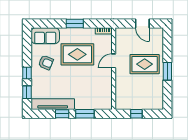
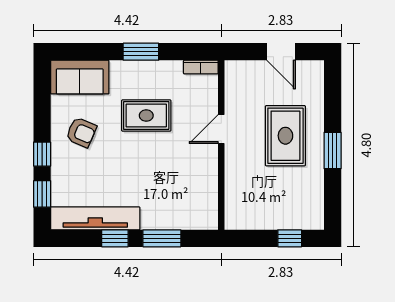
rug: (77, 54) -> (146, 116), width x0.73, depth x0.70
rug: (145, 64) -> (285, 136), turned 90
window: (136, 114) -> (290, 238), moved

